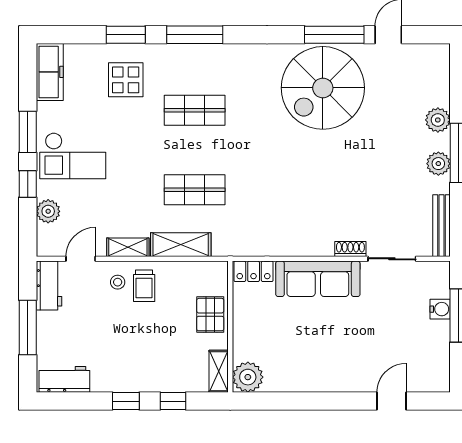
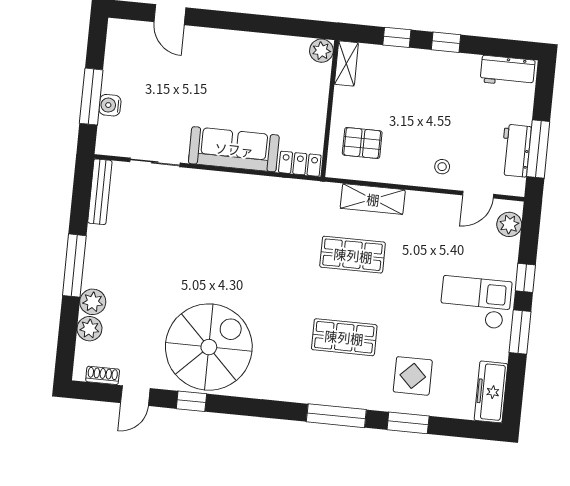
window: (334, 35) -> (191, 401), width x0.46
plant: (438, 164) -> (89, 329), moved
plant: (48, 211) -> (509, 224), moved
shelving: (128, 247) -> (428, 202), removed
shoe rack: (350, 249) -> (103, 375), moved, turned 180
workbench: (49, 285) -> (516, 151), moved
trolley: (144, 286) -> (415, 160), removed
pallet: (210, 315) -> (362, 143), moved, turned 90
window: (28, 328) -> (538, 149), moved
plant: (248, 377) -> (321, 51), width x0.73, depth x0.73
door: (391, 401) -> (170, 15), hinge flipped

